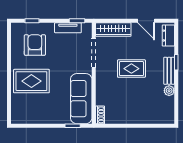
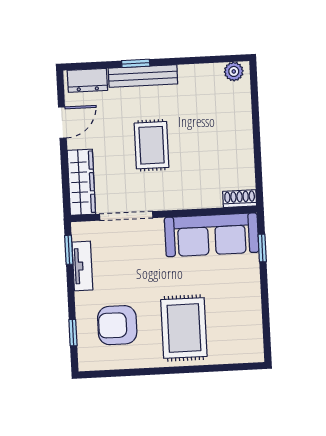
bench: (169, 71) -> (143, 76), width x1.36
plant: (169, 91) -> (234, 71), moved

